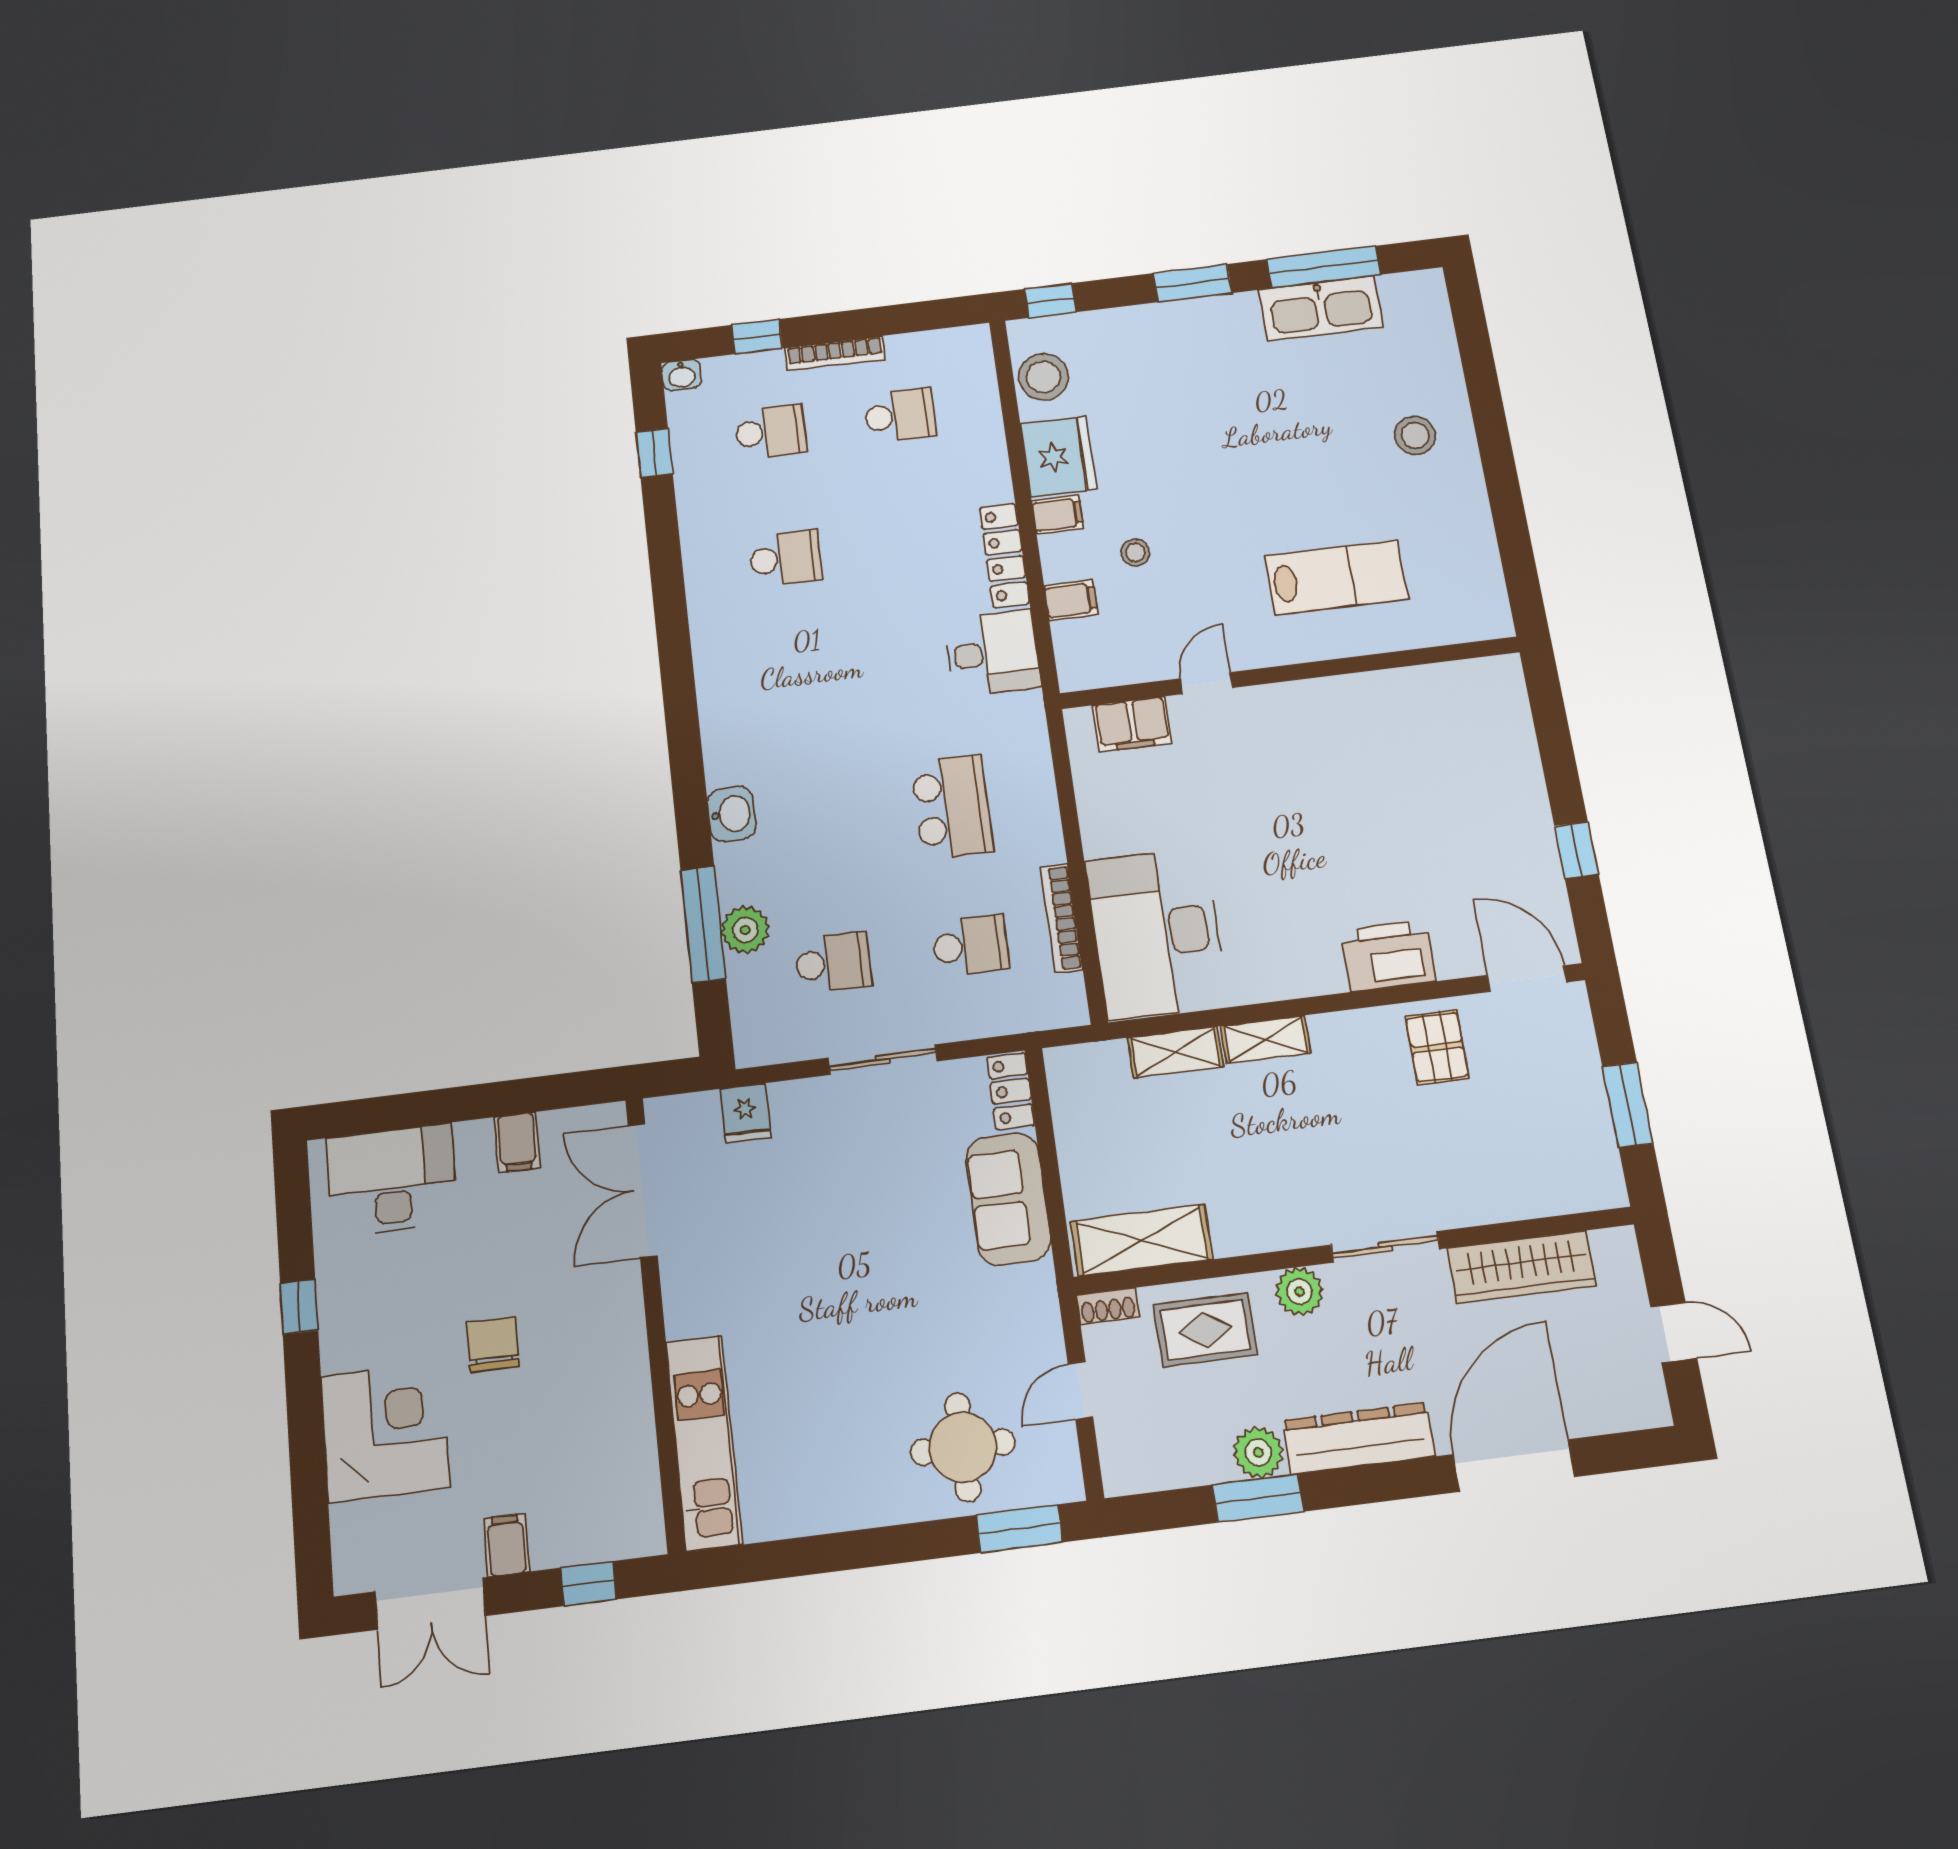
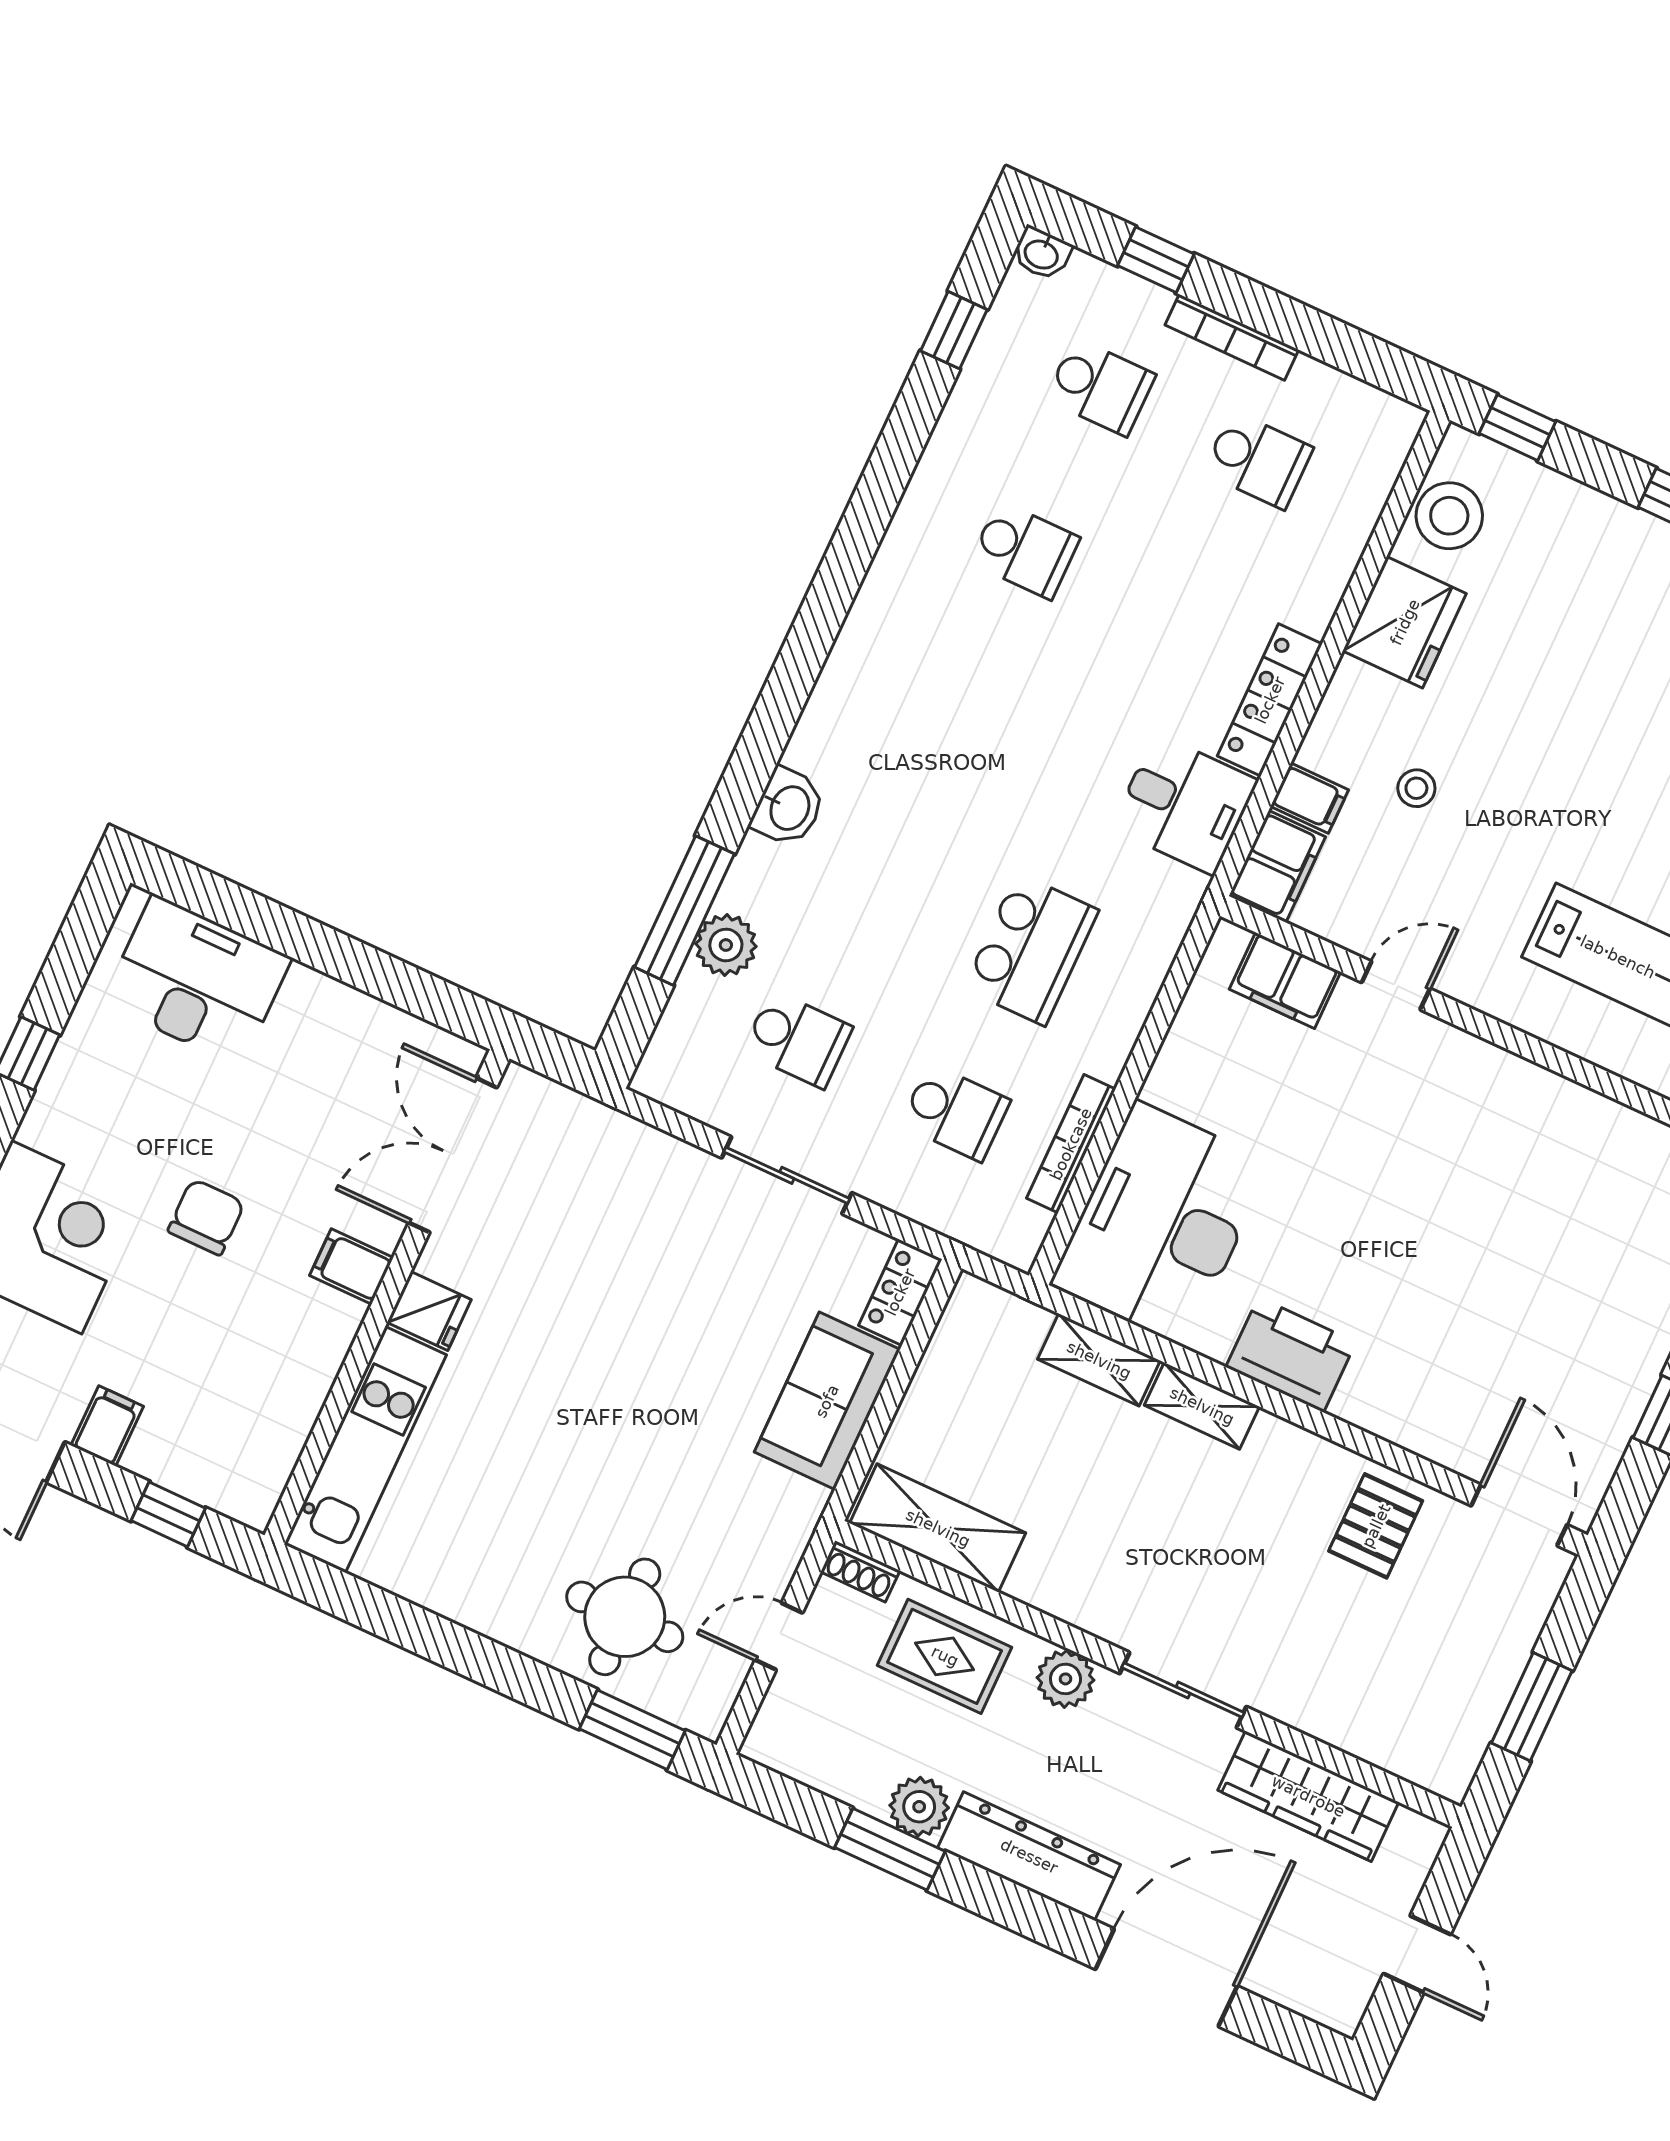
filing cabinet: (1058, 514) -> (1277, 867), moved, width x2.00
printer: (1388, 956) -> (1291, 1355), moved
fridge: (745, 1113) -> (429, 1311), moved, turned -90
filing cabinet: (517, 1142) -> (351, 1266), moved, turned 90

